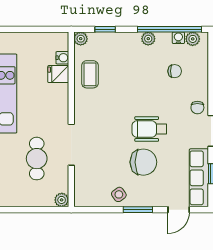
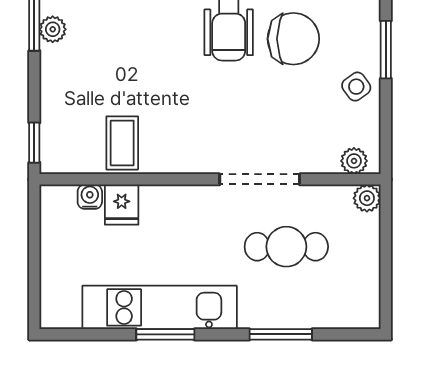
window: (105, 29) -> (34, 143), moved
plant: (81, 39) -> (354, 161), moved
coffee table: (90, 74) -> (122, 143), turned 90
chair: (143, 162) -> (293, 39), turned 90

